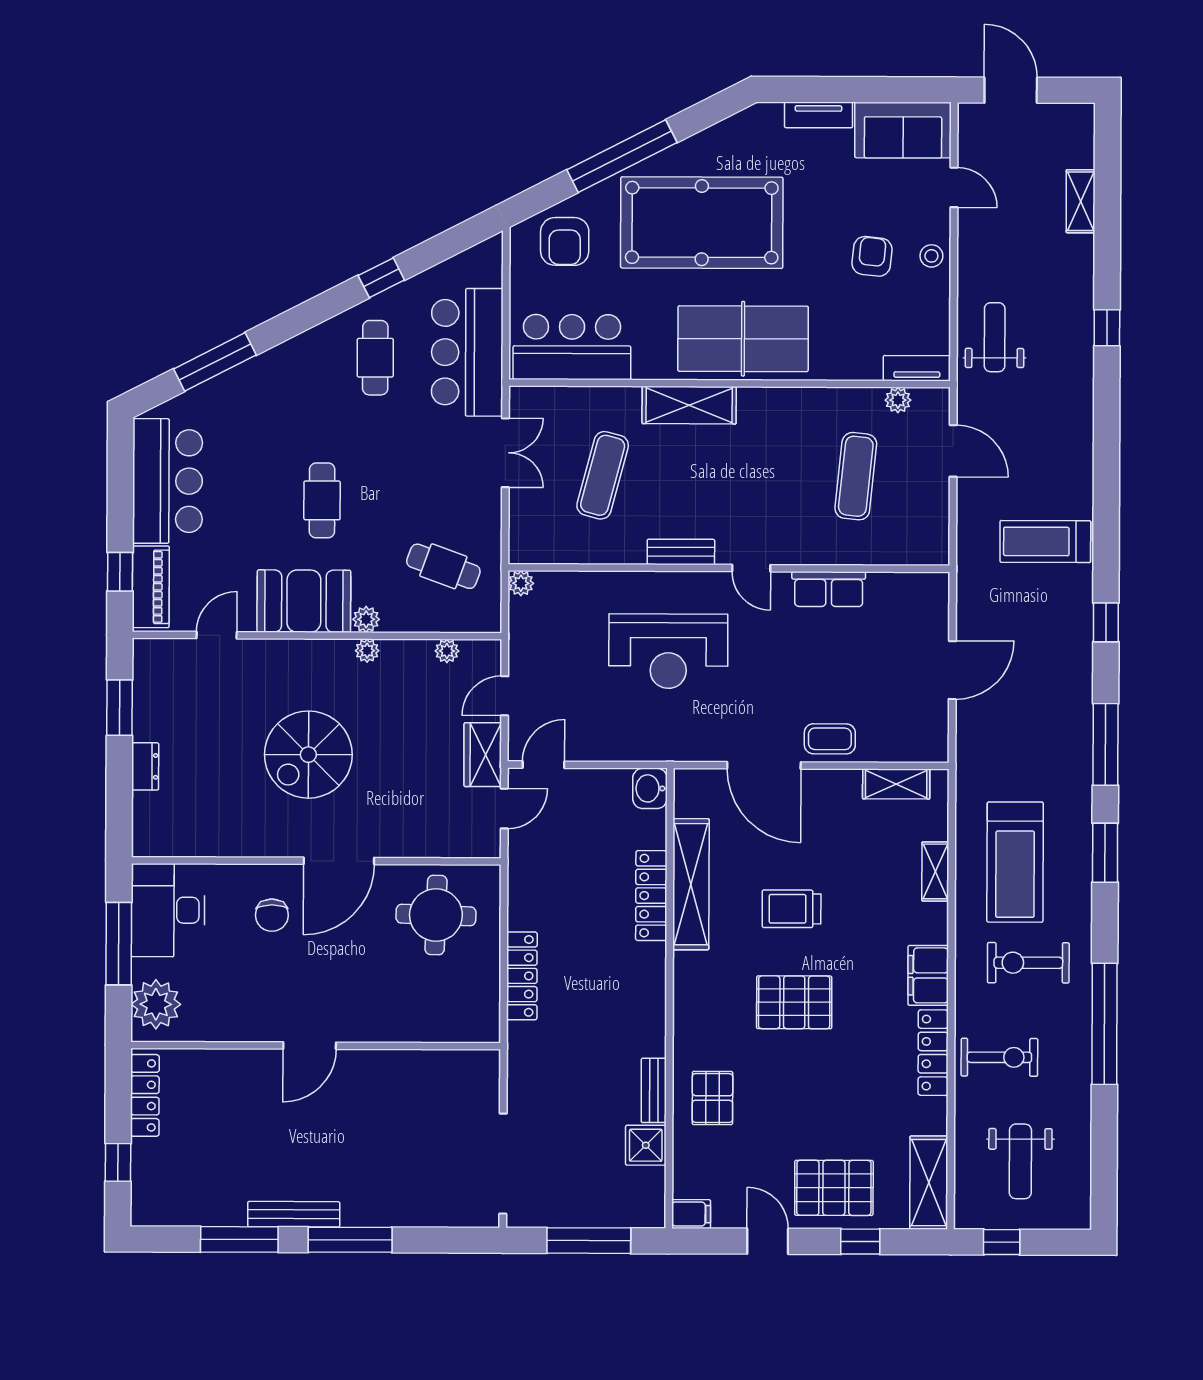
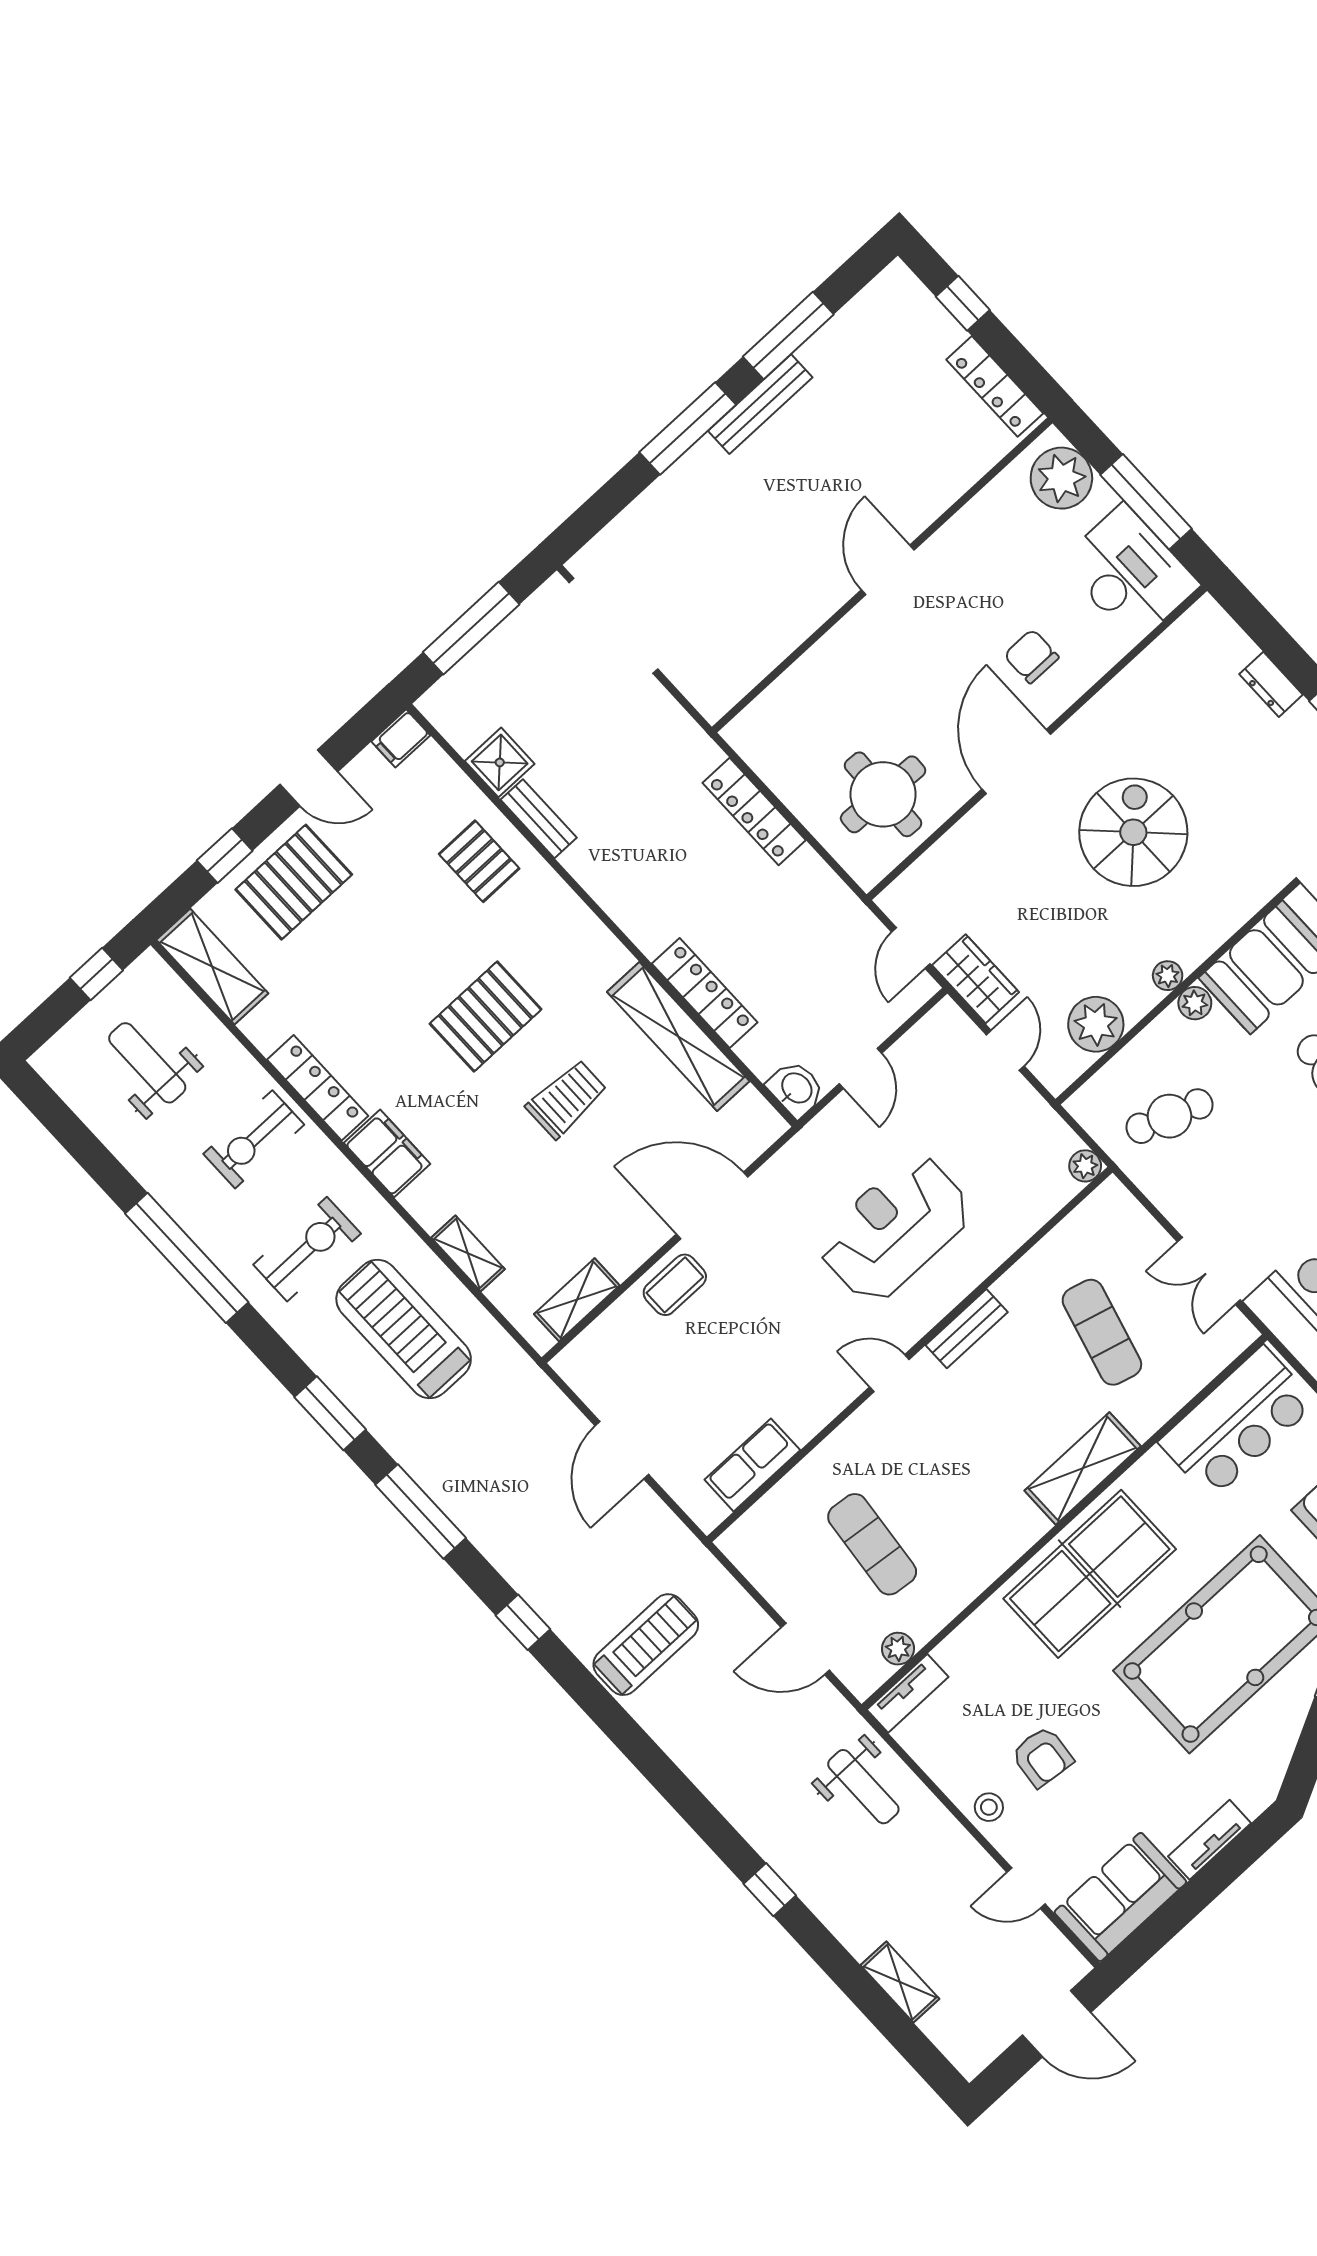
row of seats: (829, 589) -> (752, 1465), moved
plant: (447, 651) -> (1096, 1024), width x1.88, depth x1.88
door: (544, 765) -> (860, 1068), moved

